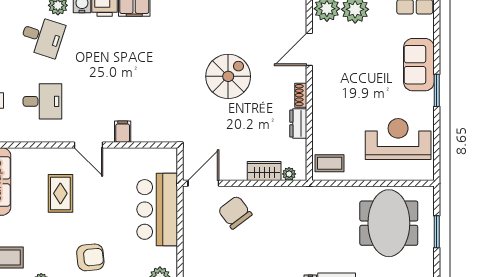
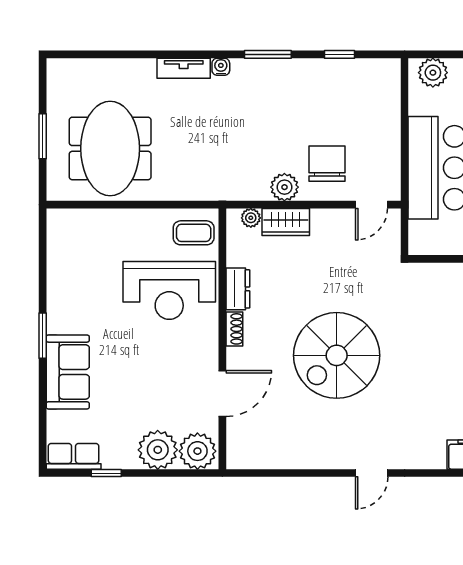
spiral stairs: (228, 76) -> (337, 355), width x1.37, depth x1.37
reception desk: (398, 139) -> (169, 290), moved
door: (203, 183) -> (372, 205), width x0.73
plant: (265, 196) -> (284, 187), added
chair: (235, 212) -> (327, 164), turned -143

